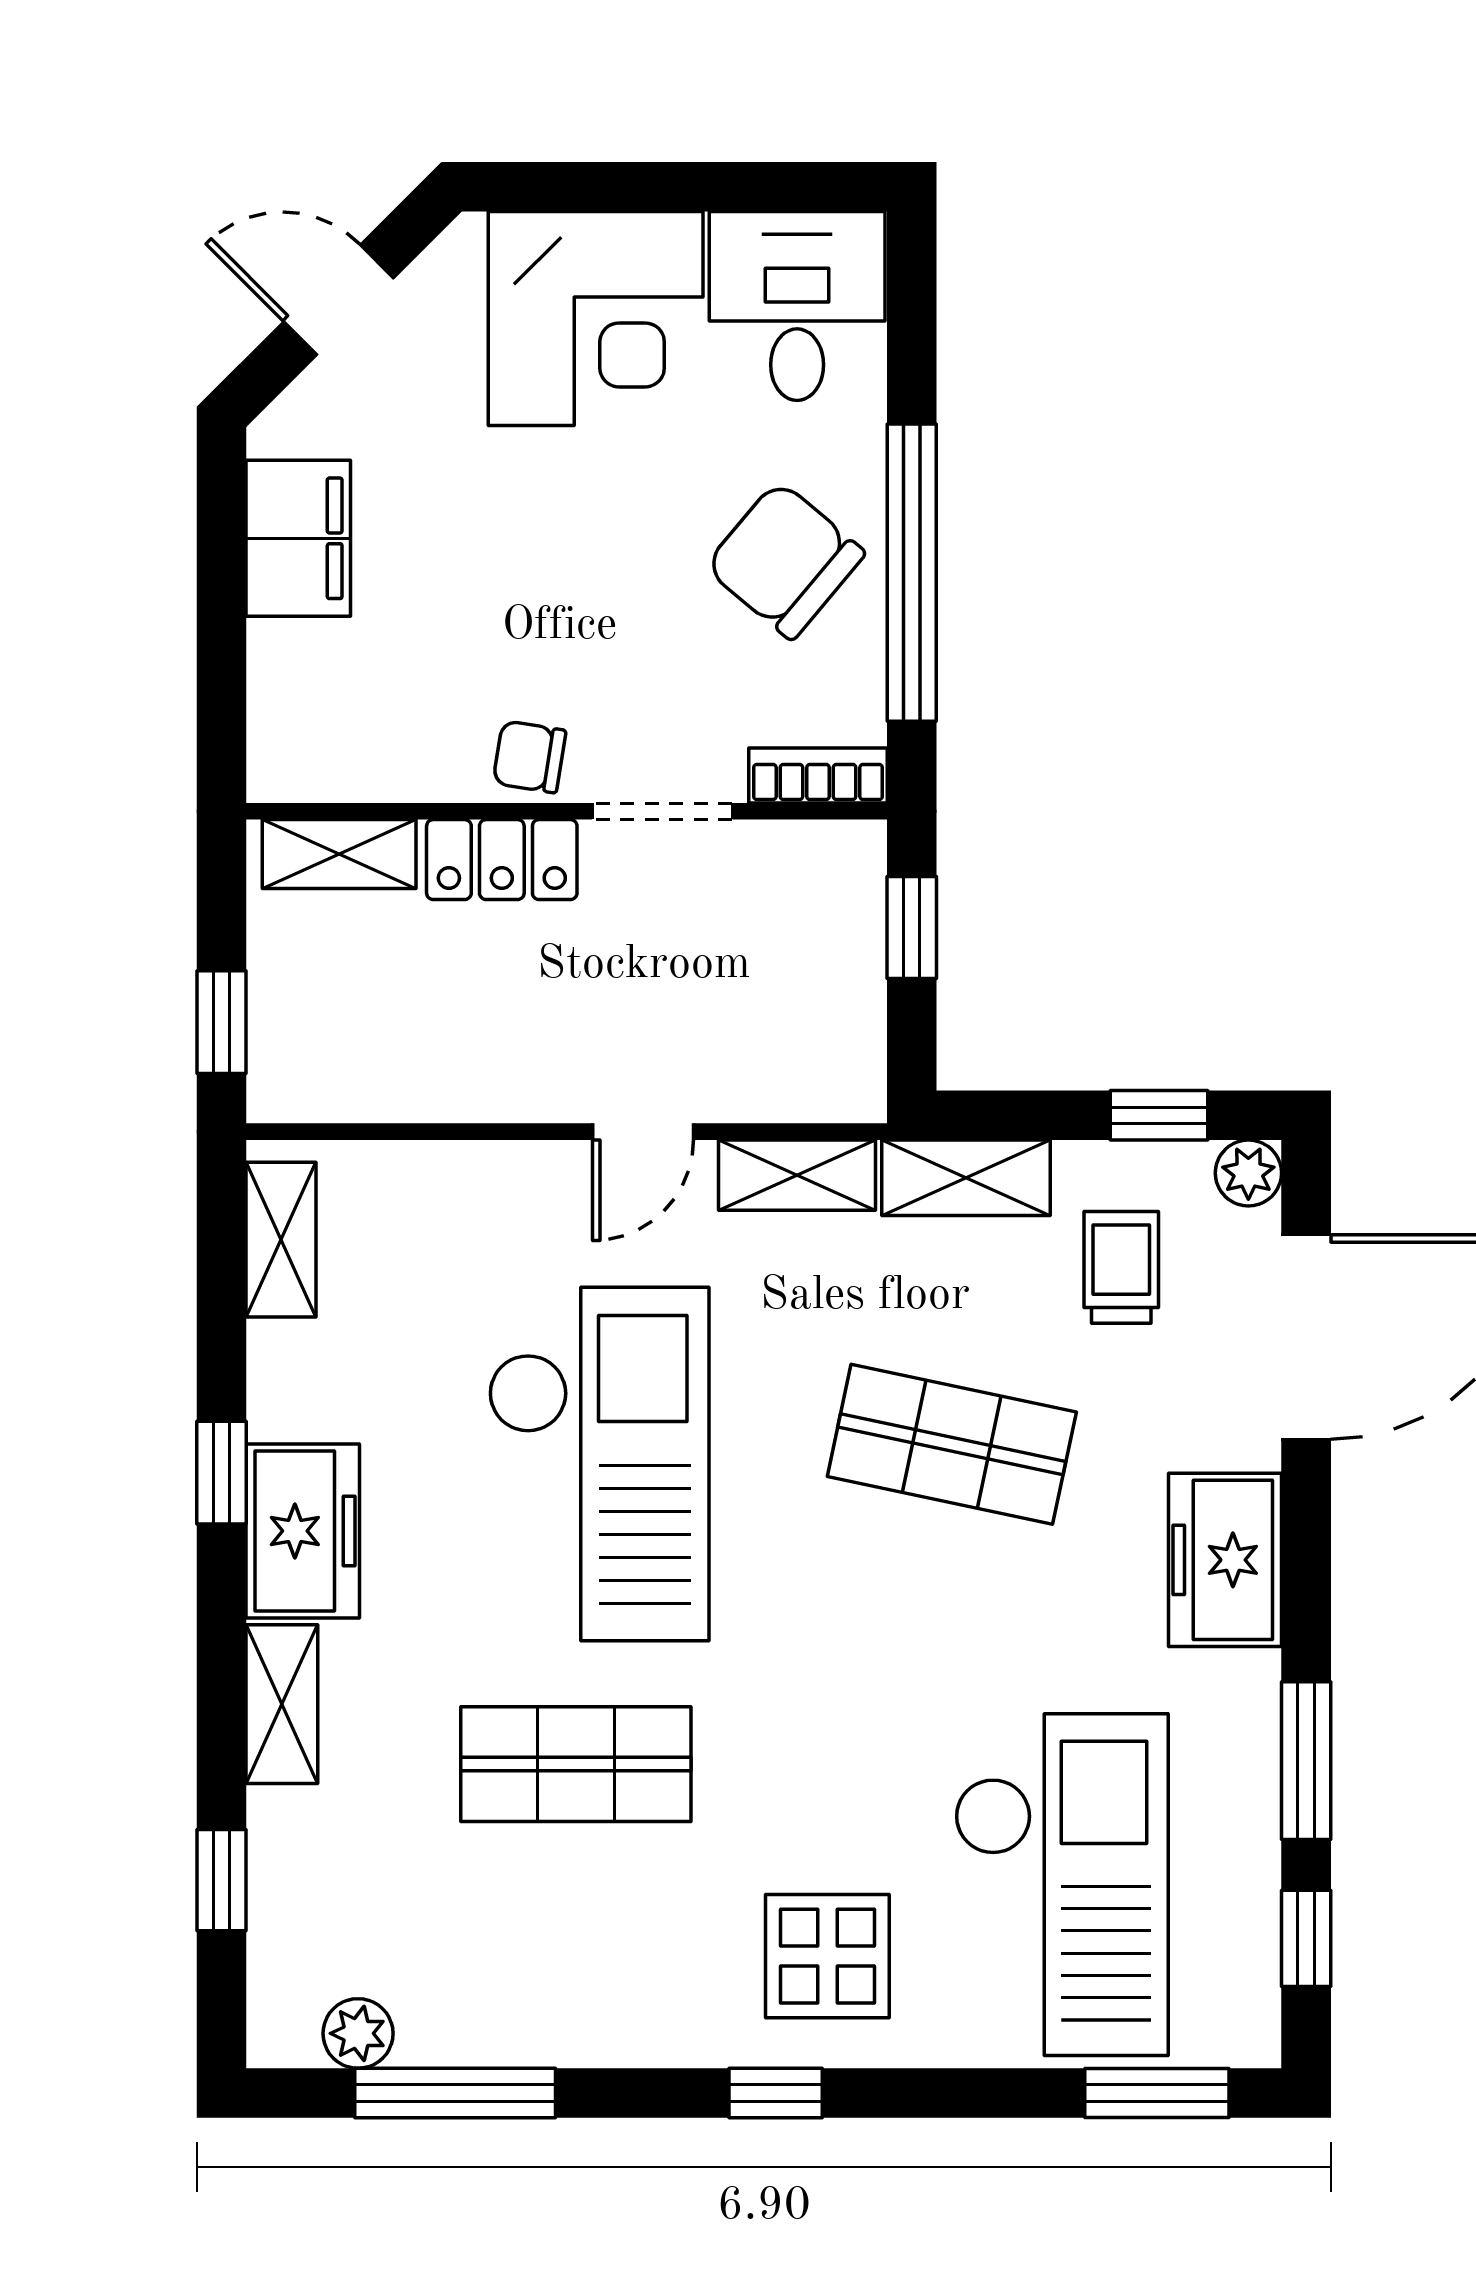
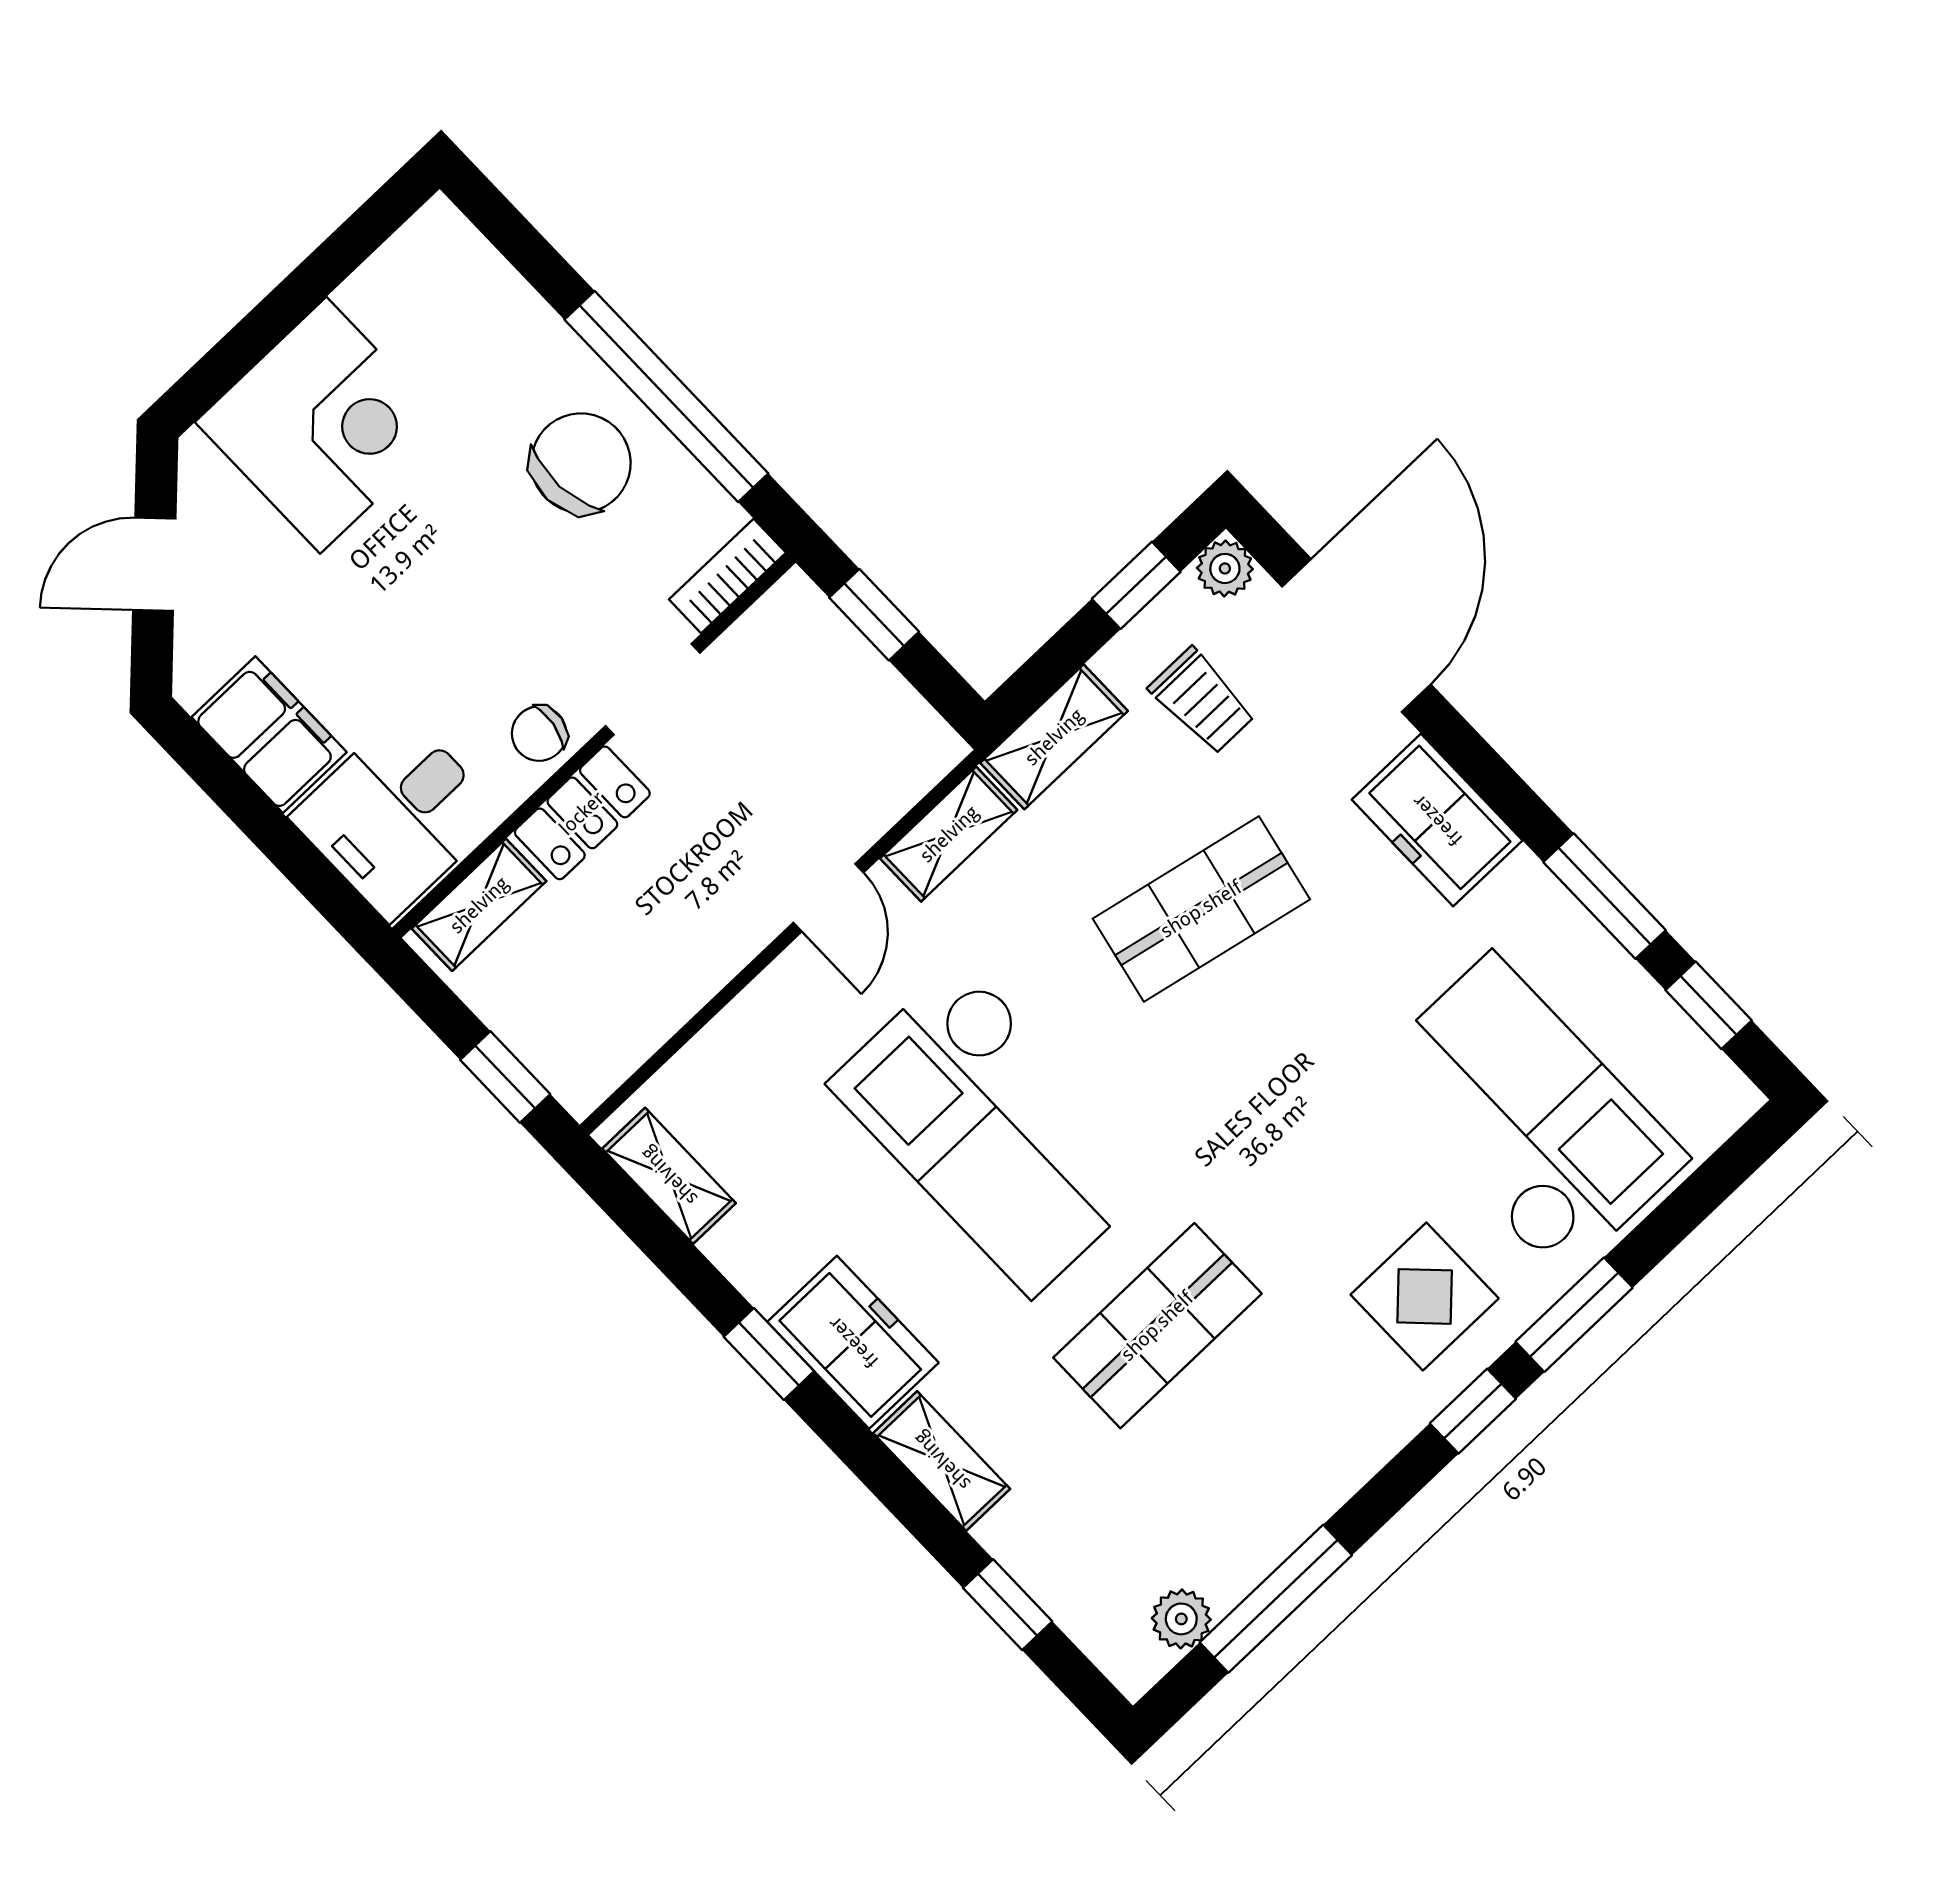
desk: (797, 306) -> (396, 816), moved, turned -90
chair: (785, 560) -> (581, 463), turned 136
trolley: (1121, 1267) -> (1202, 701), turned 180
checkout: (599, 1464) -> (996, 1128), turned 180
window: (1157, 2093) -> (1574, 1315), moved

